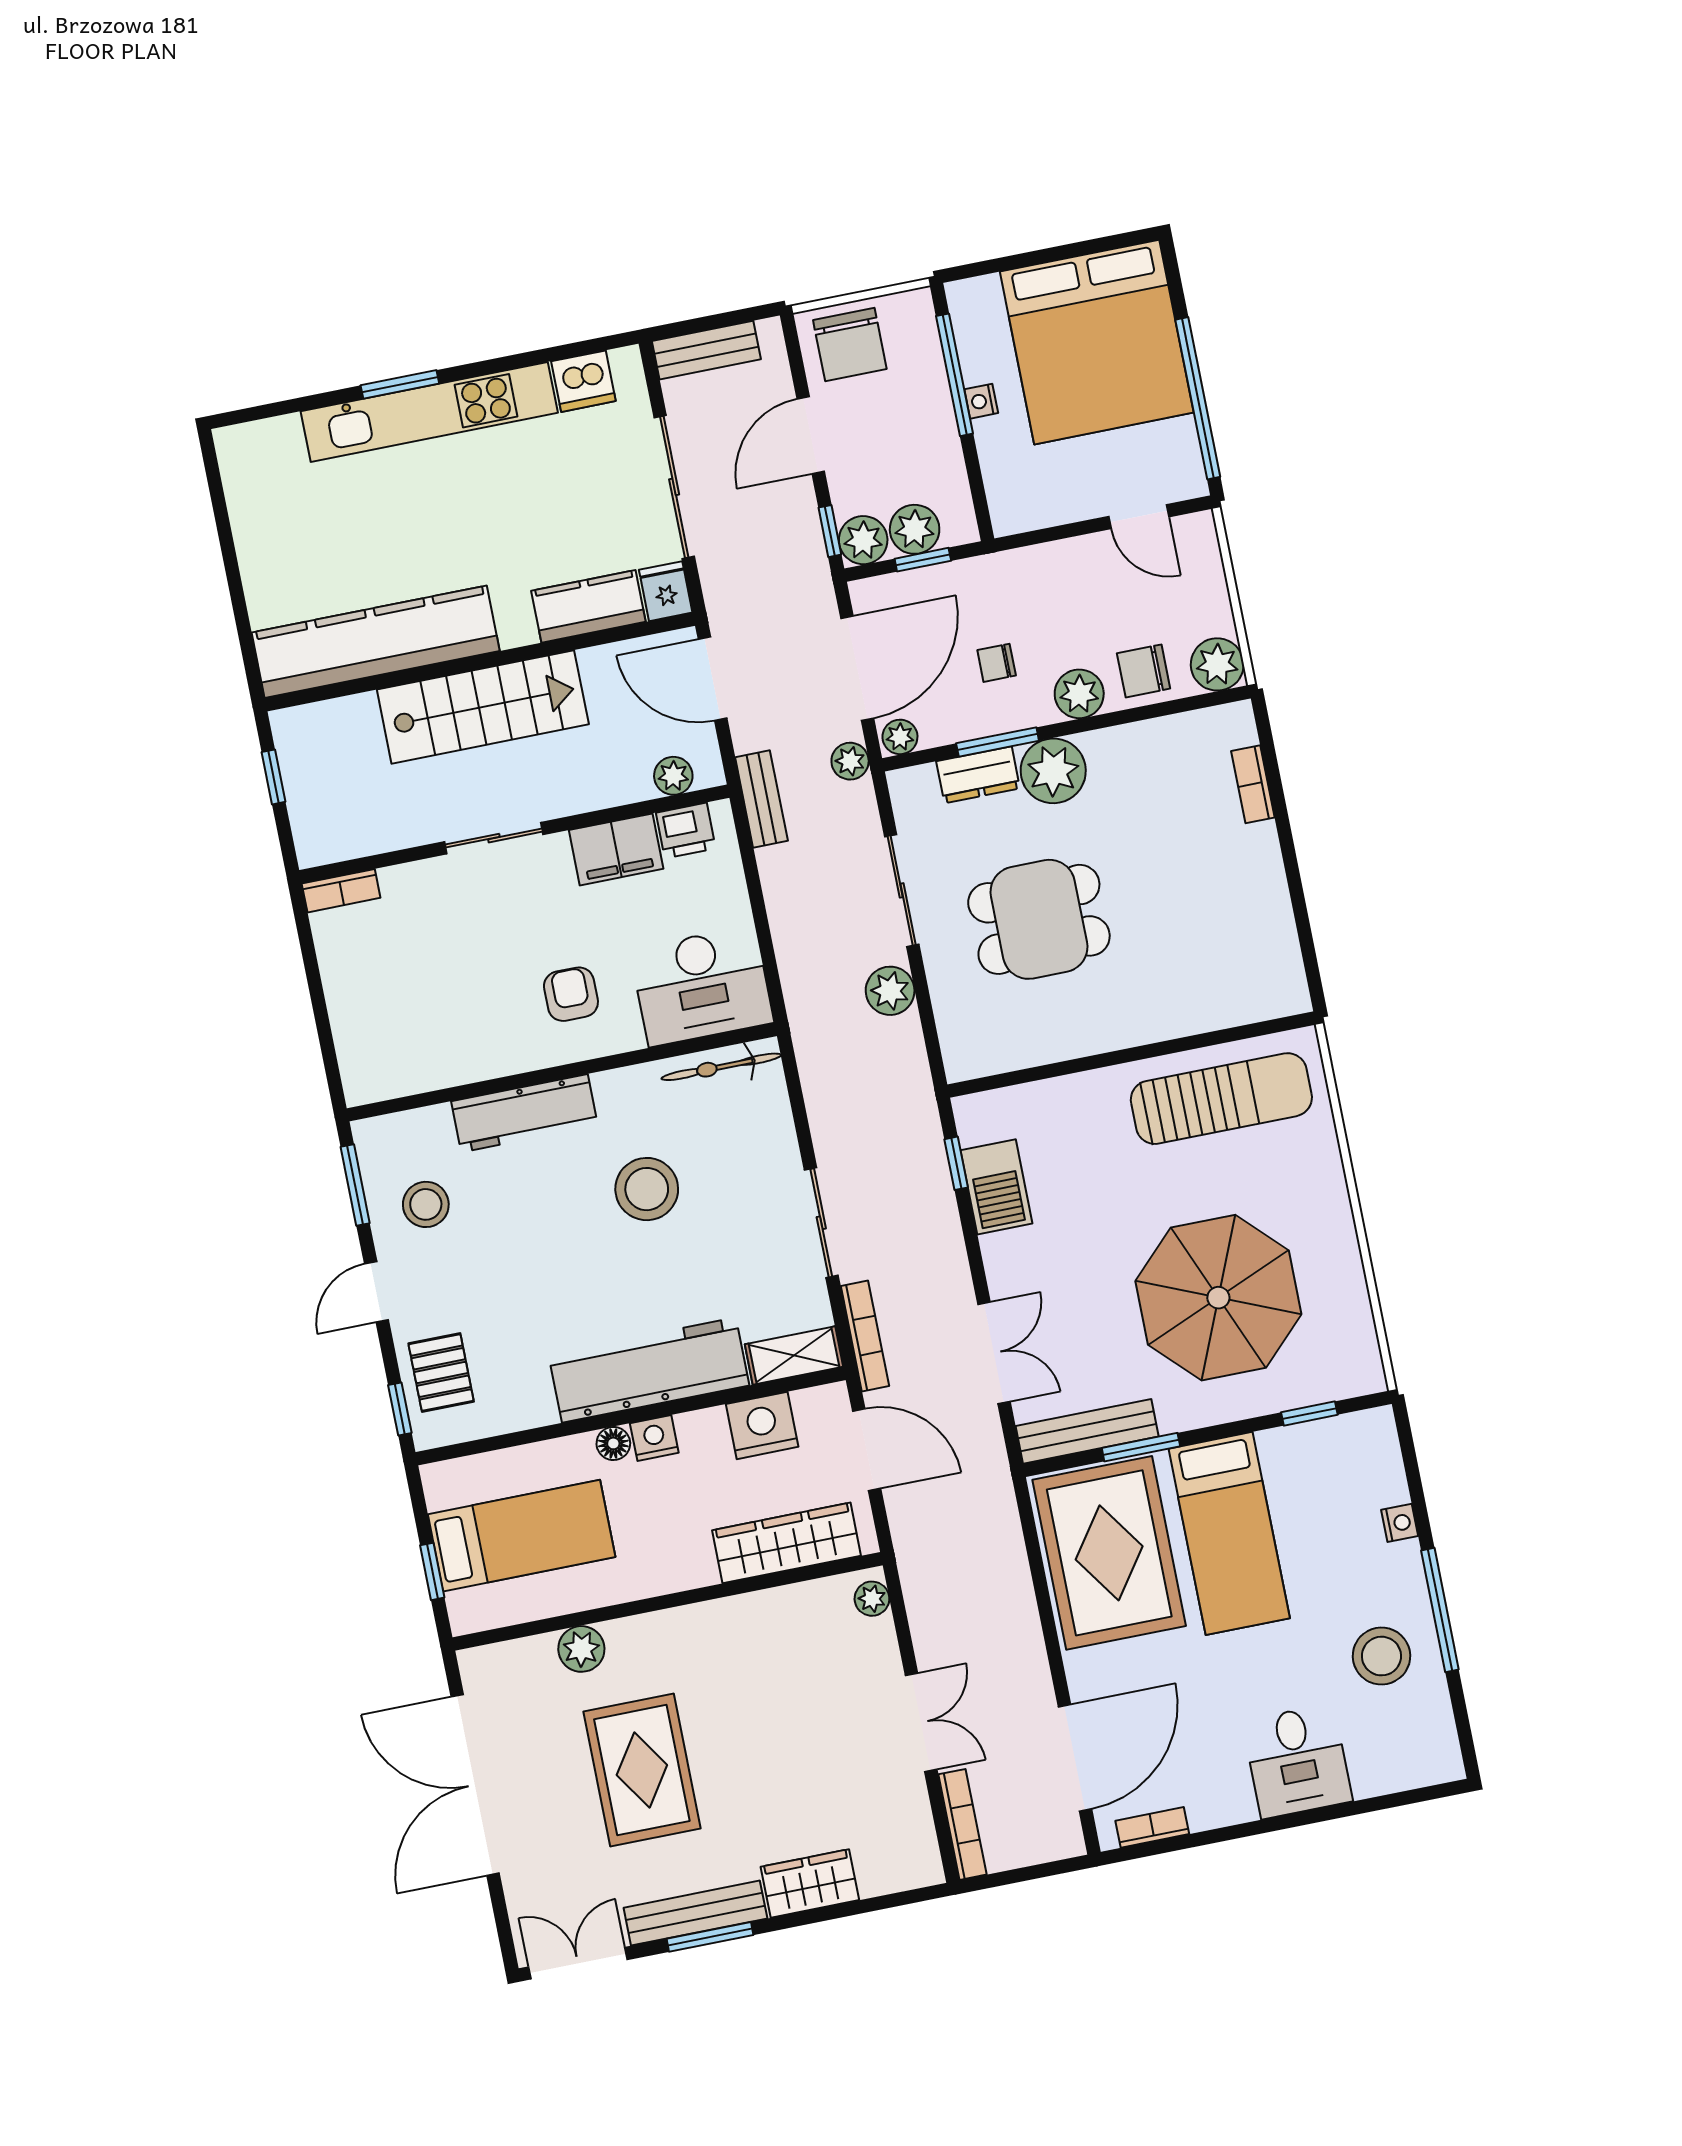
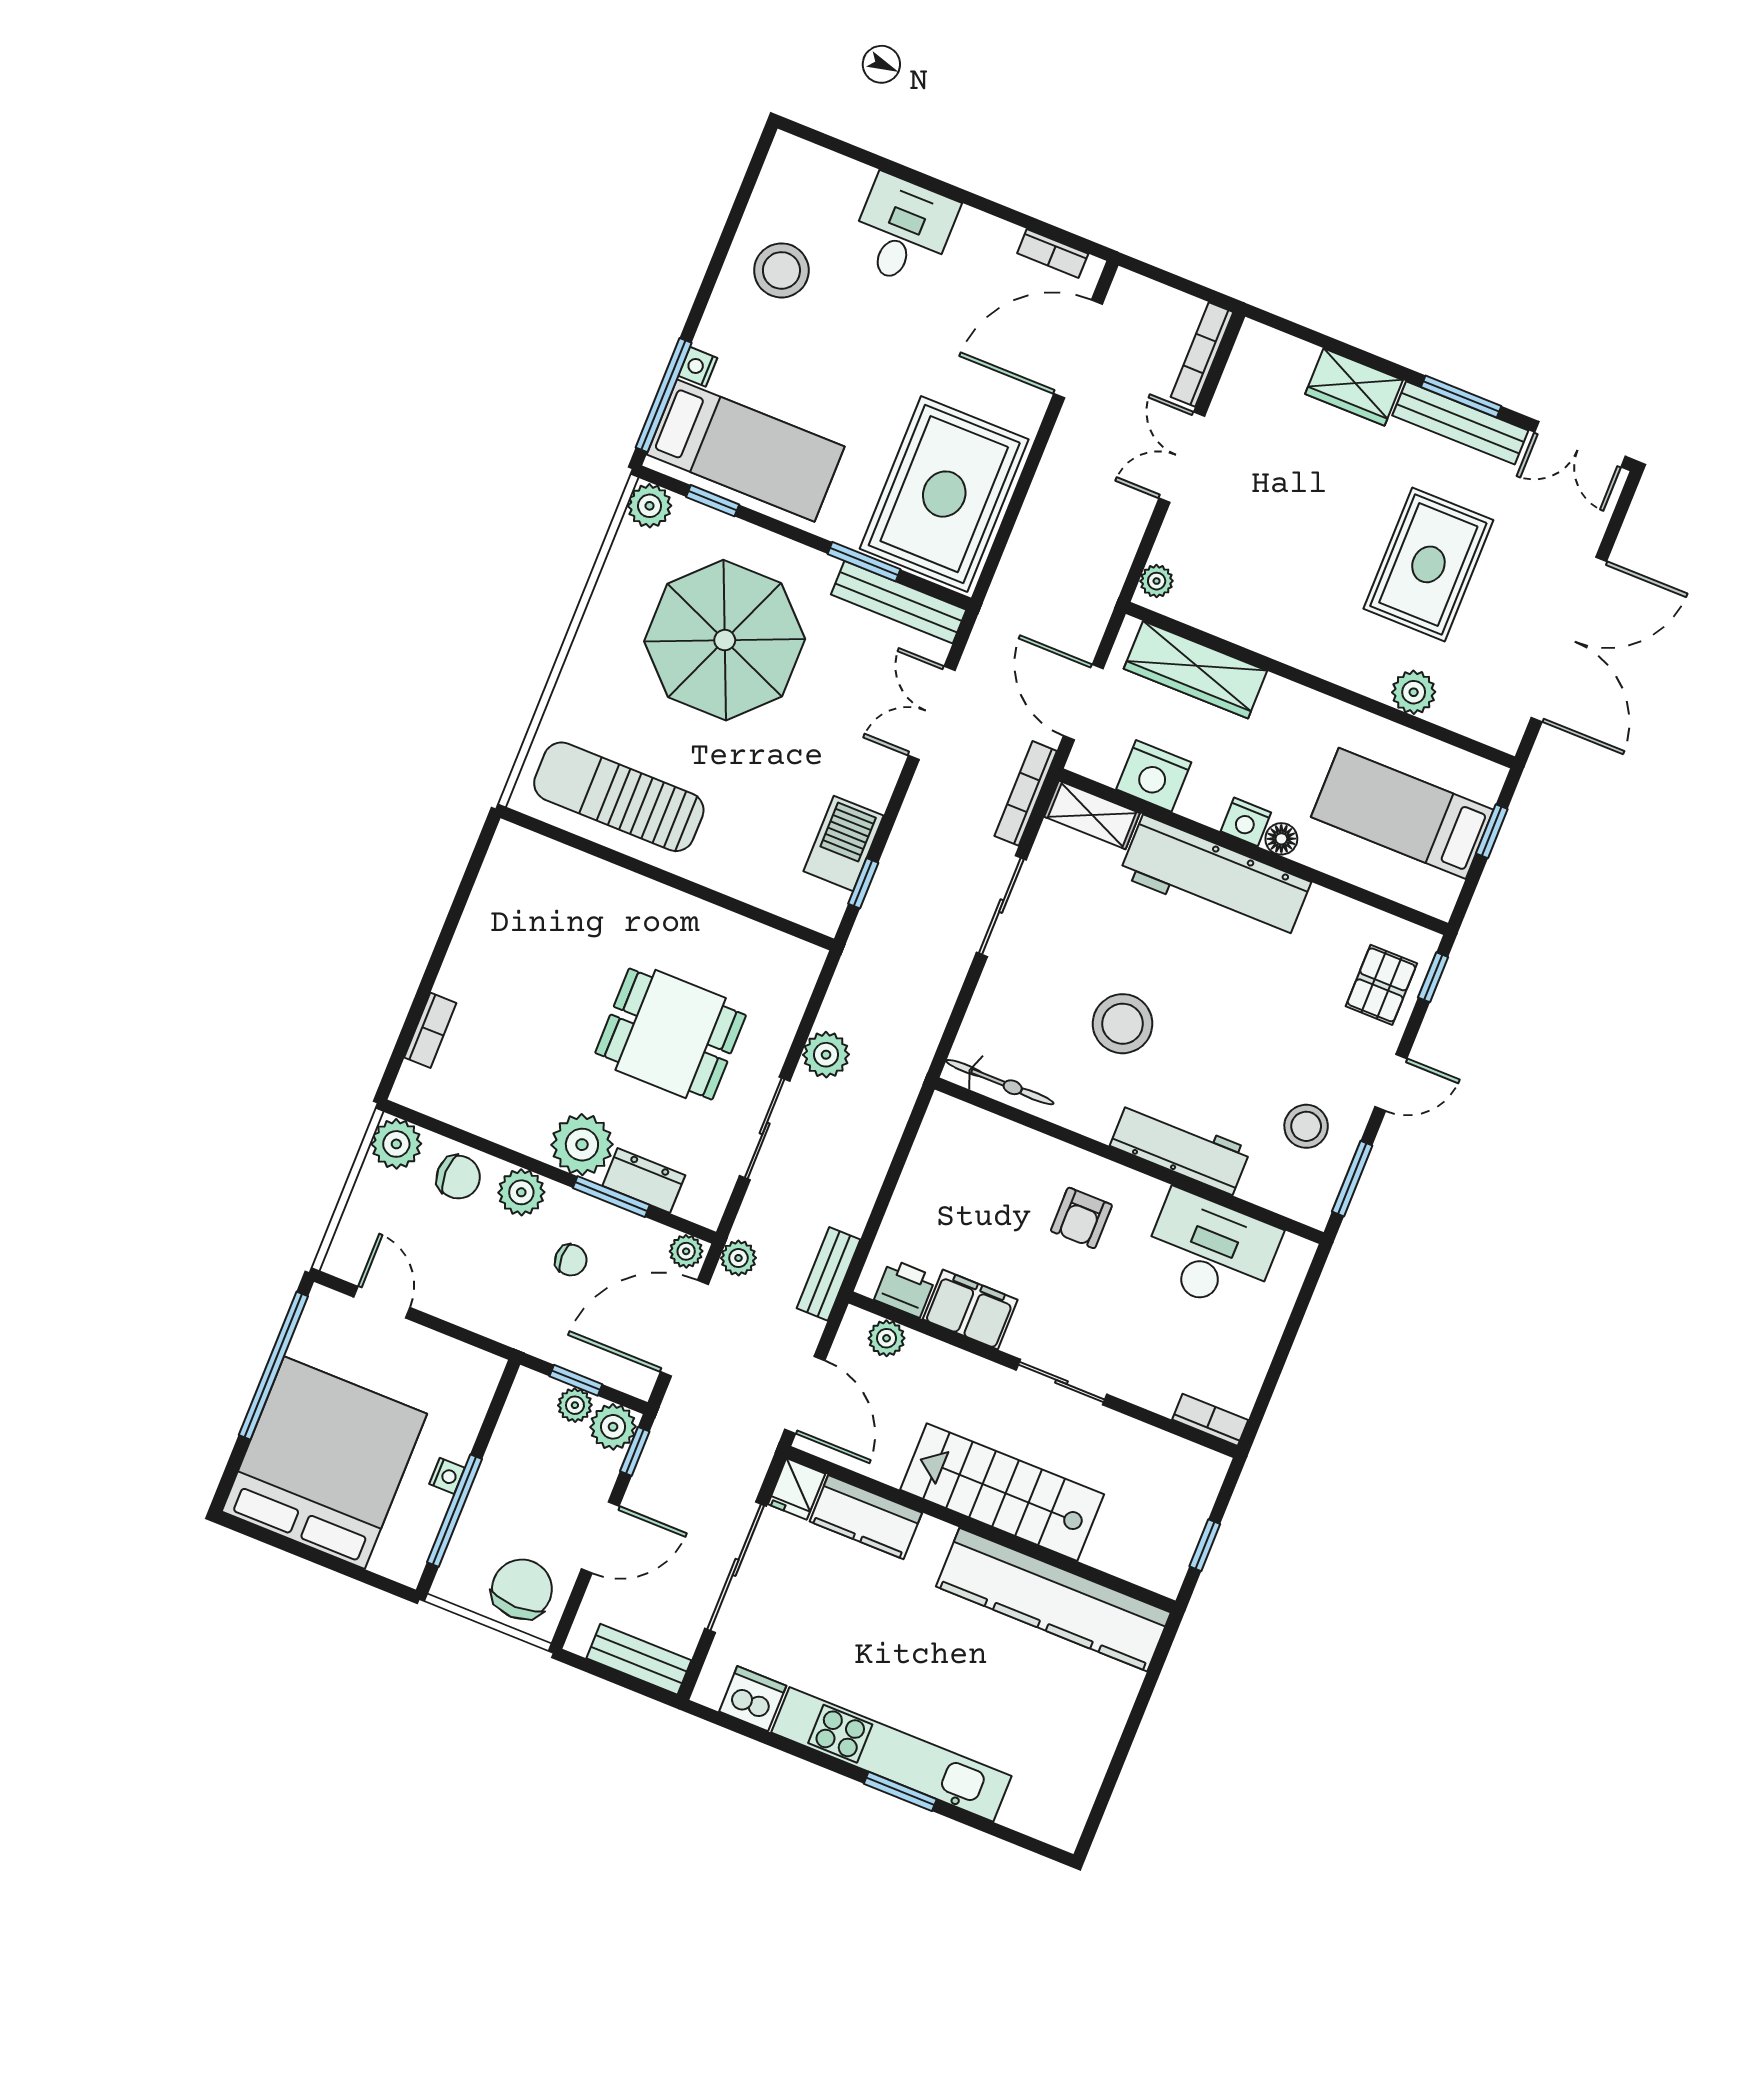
plant: (915, 529) -> (575, 1405), width x0.73, depth x0.73
desk: (702, 986) -> (1211, 1252), moved
plant: (1362, 1373) -> (650, 506), added
bed: (1229, 1533) -> (746, 450), moved, turned 90
window: (1440, 1610) -> (664, 395), moved

